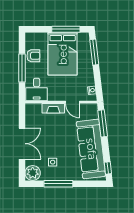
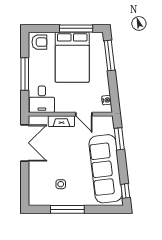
armchair: (33, 56) -> (39, 42), moved
window: (103, 123) -> (119, 139), width x0.69
double door: (22, 144) -> (25, 143), moved
plant: (33, 173) -> (37, 197), removed

